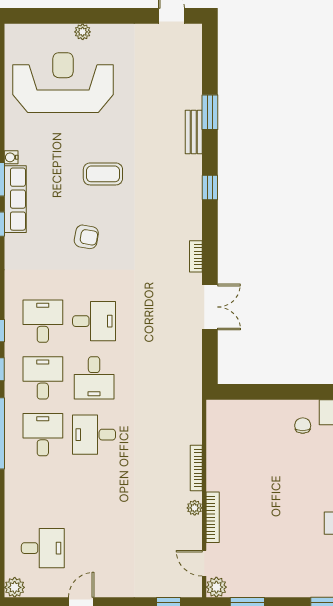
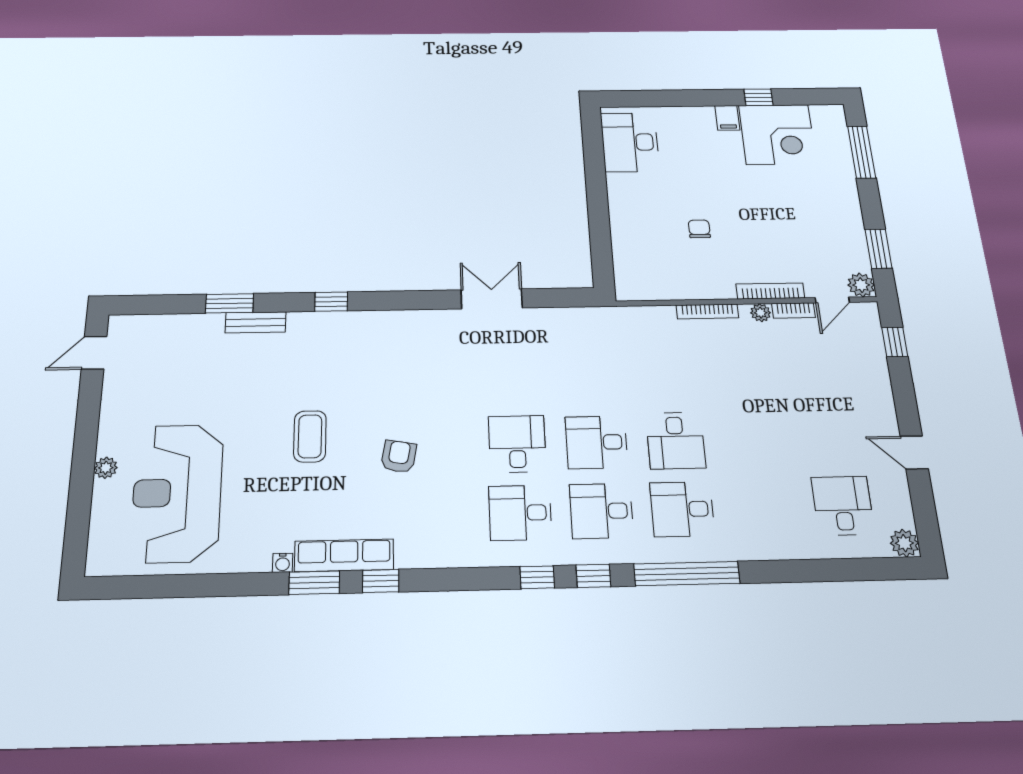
bookcase: (196, 256) -> (793, 311), moved
desk: (94, 378) -> (597, 442), turned 180
chair: (303, 426) -> (699, 229), moved, turned 90

